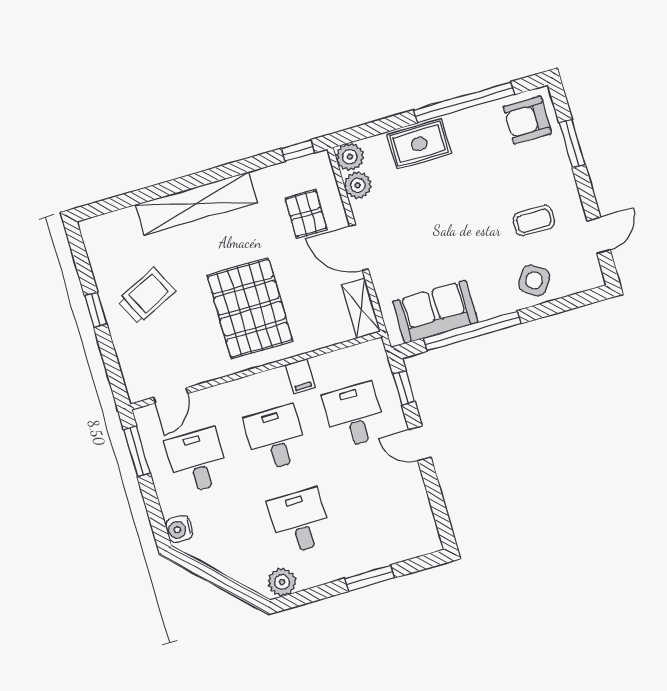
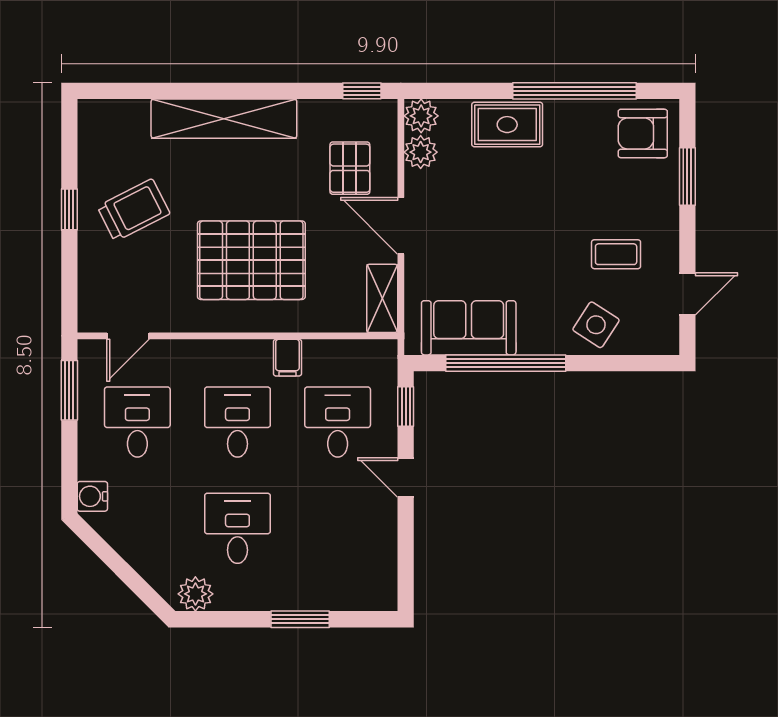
pallet: (250, 308) -> (251, 260), turned 90

